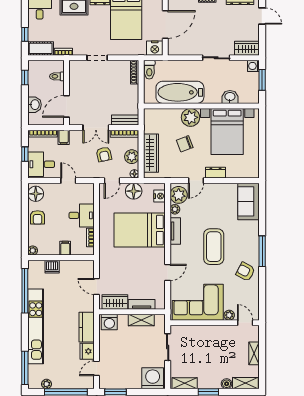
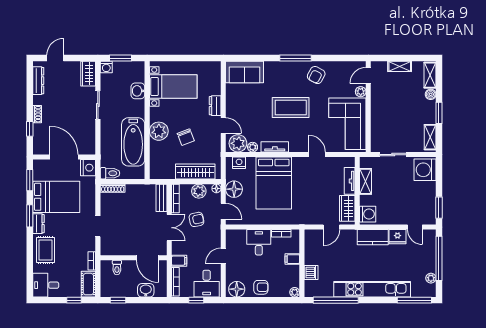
bed with nightstands: (227, 132) -> (173, 86), width x0.73

